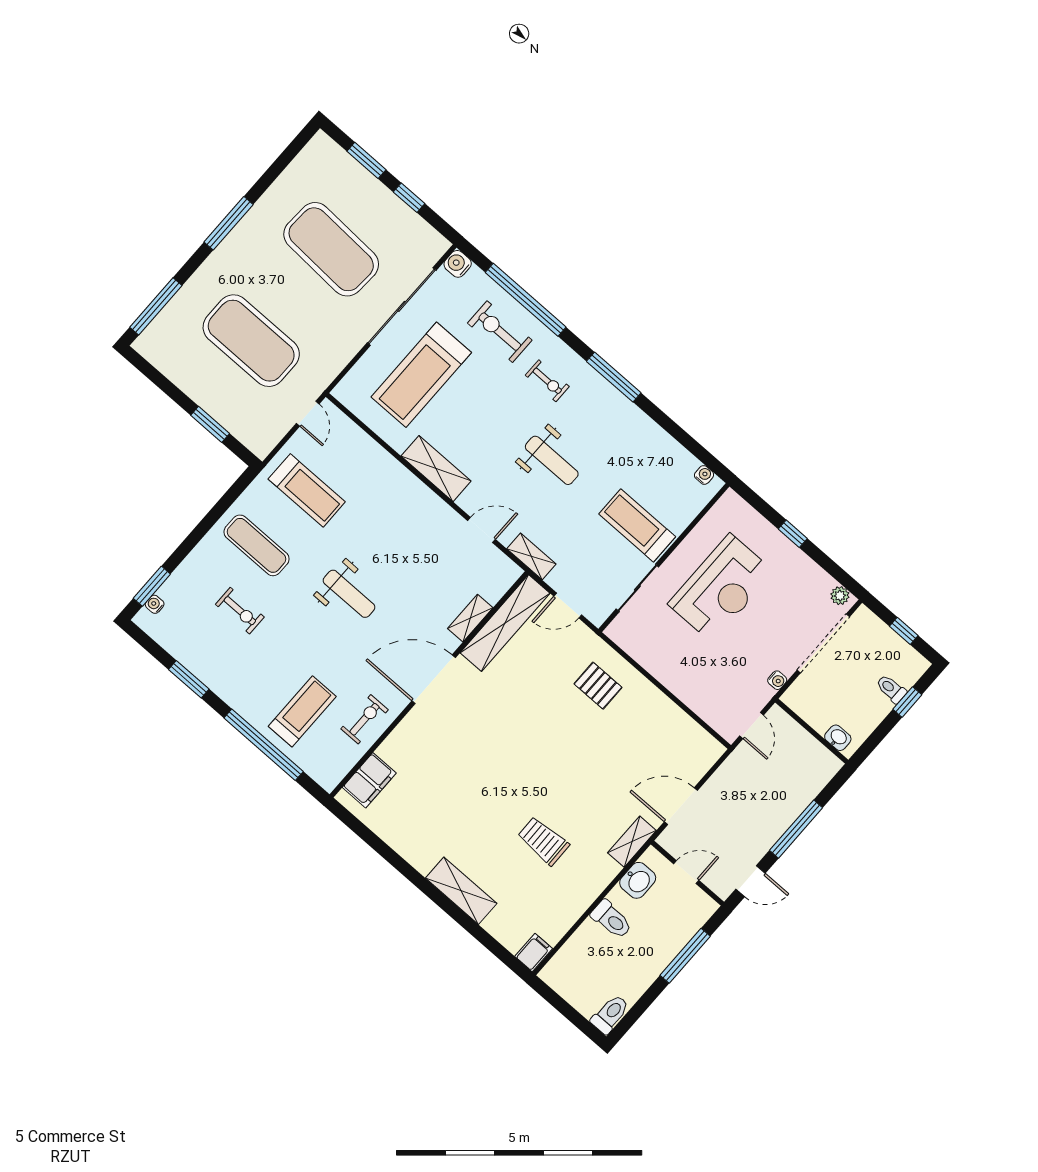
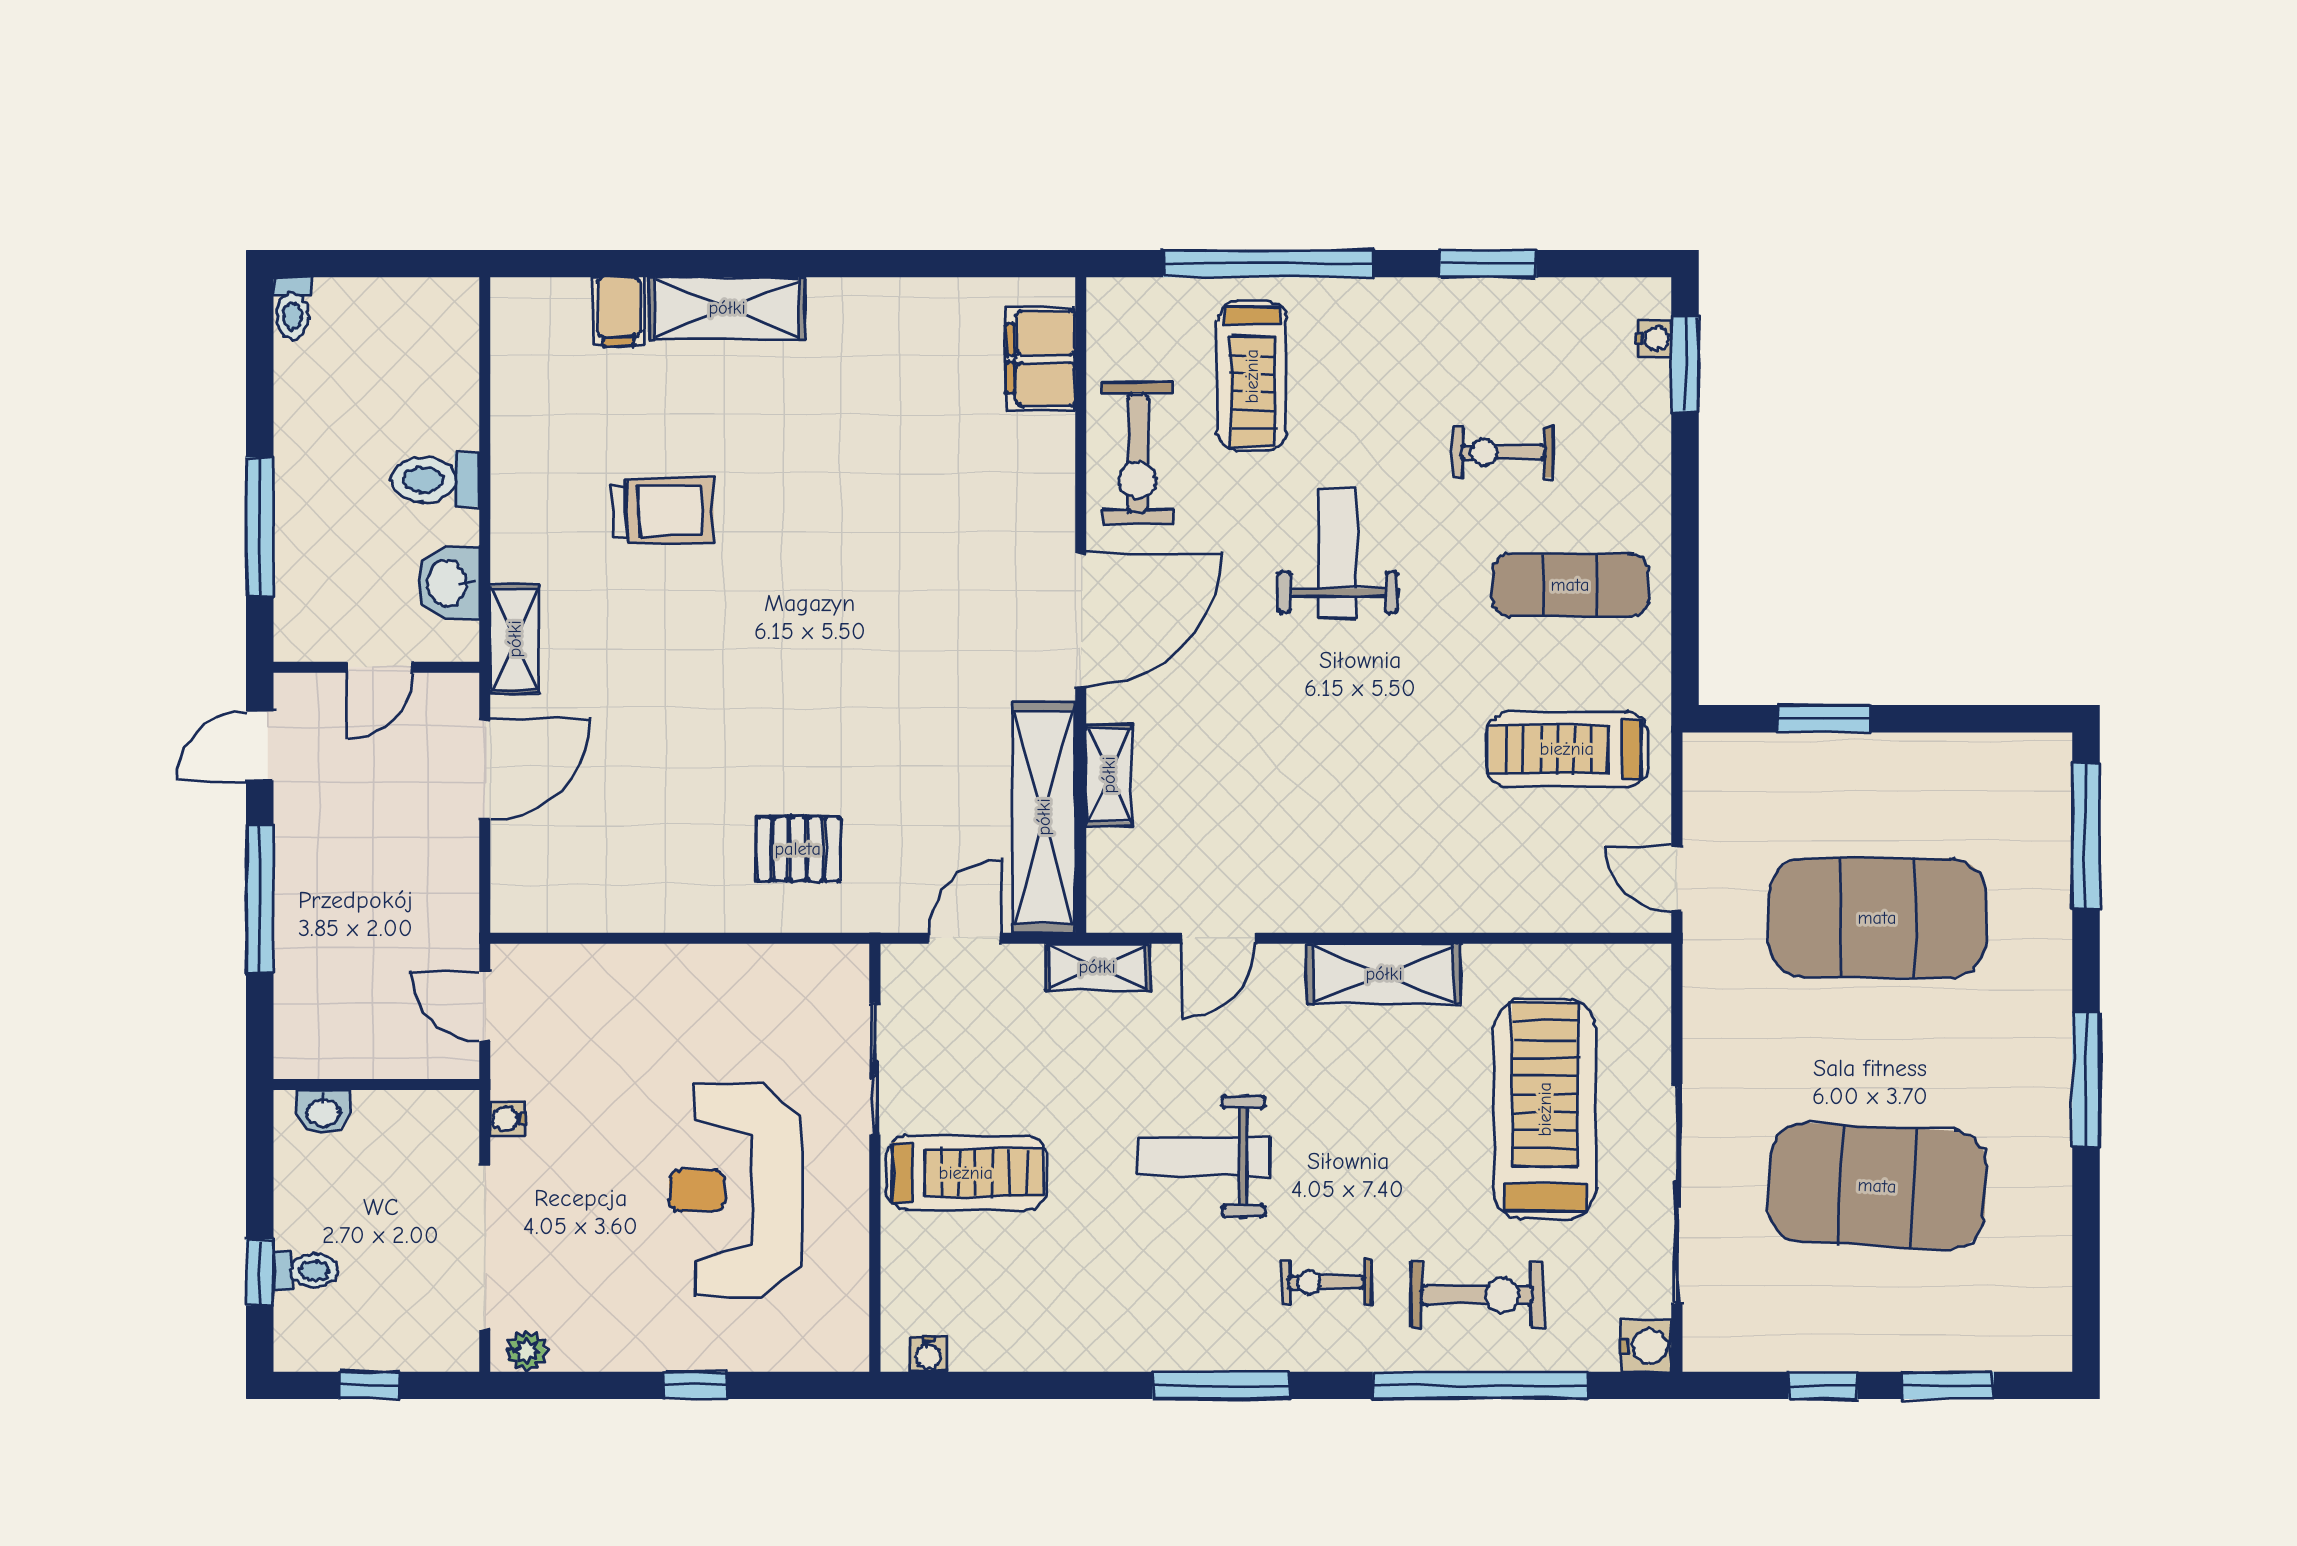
weight bench: (349, 594) -> (1338, 553), moved, turned 90
exercise bike: (364, 719) -> (1138, 453), width x1.38, depth x1.39
filing cabinet: (534, 952) -> (619, 311), moved
toilet: (610, 1014) -> (292, 308), width x0.73, depth x0.72

